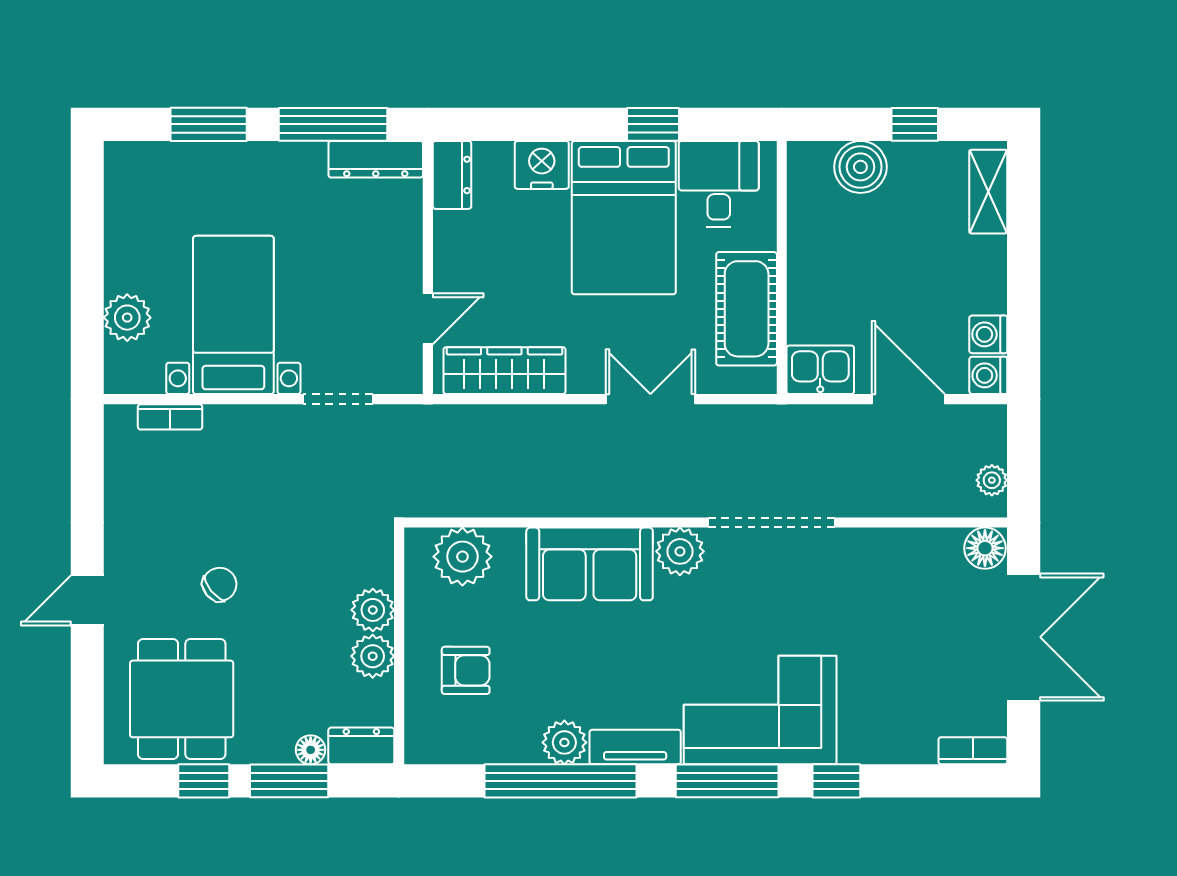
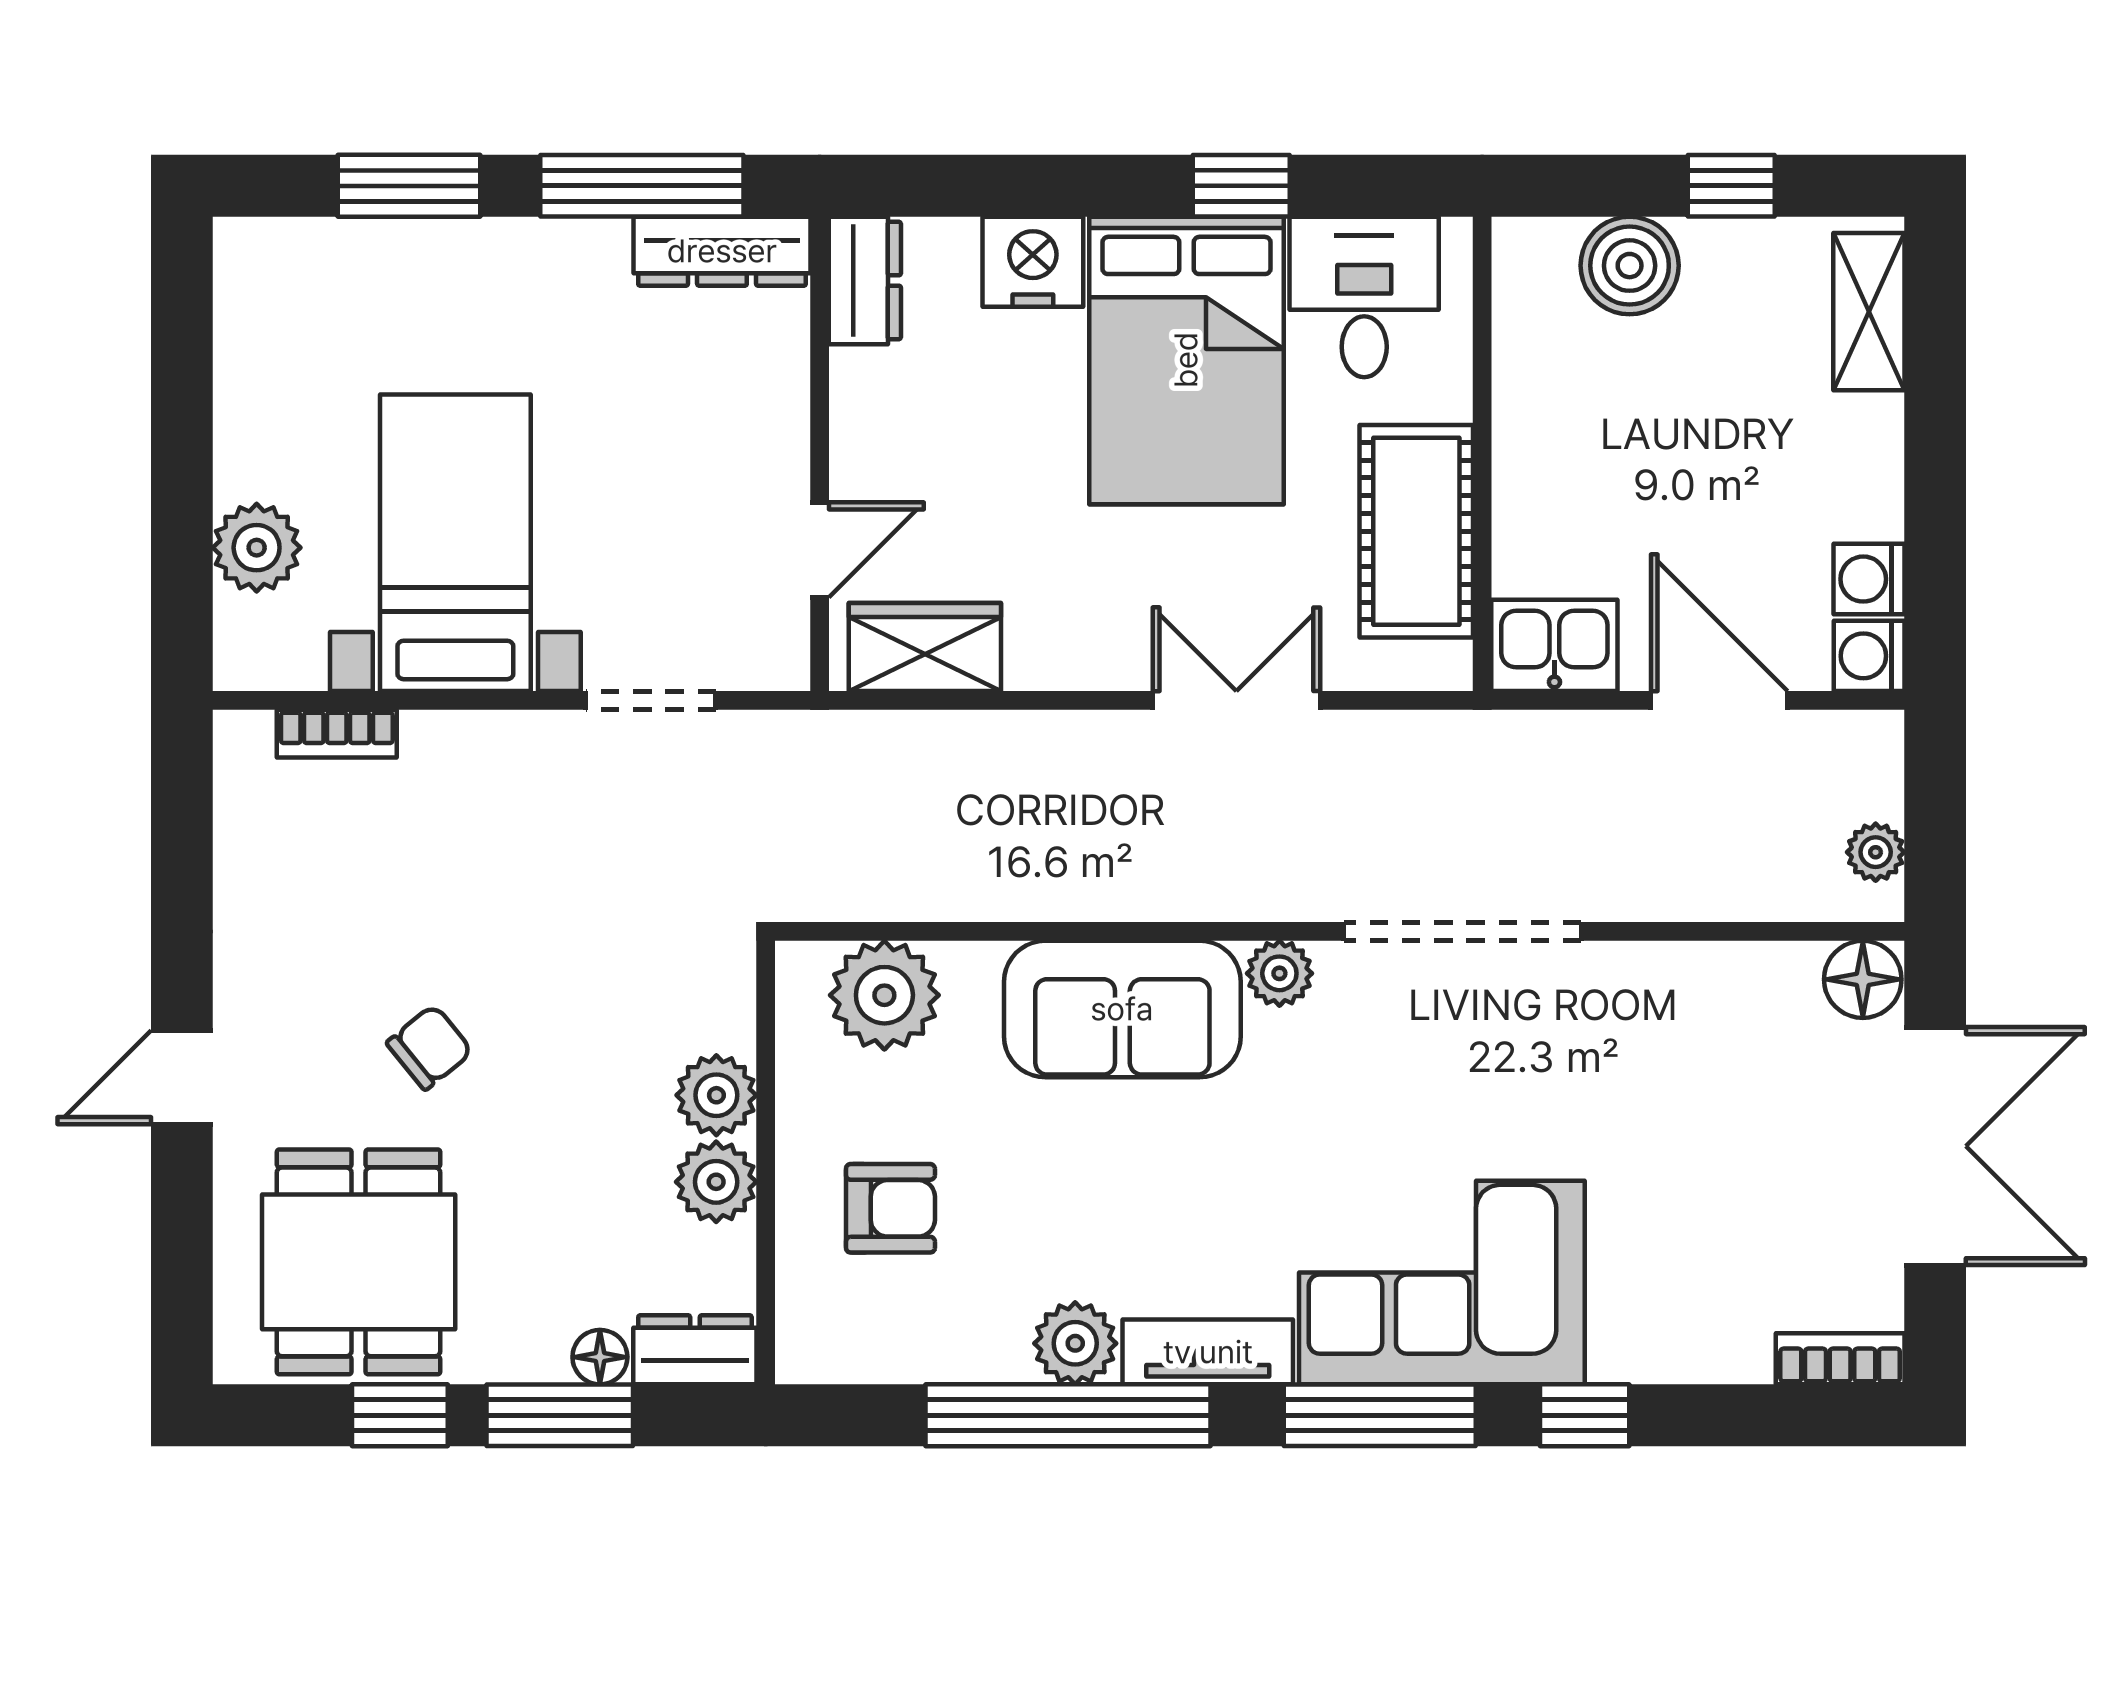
wardrobe: (504, 371) -> (925, 647), width x0.67
plant: (680, 551) -> (1279, 973), width x0.73, depth x0.73

